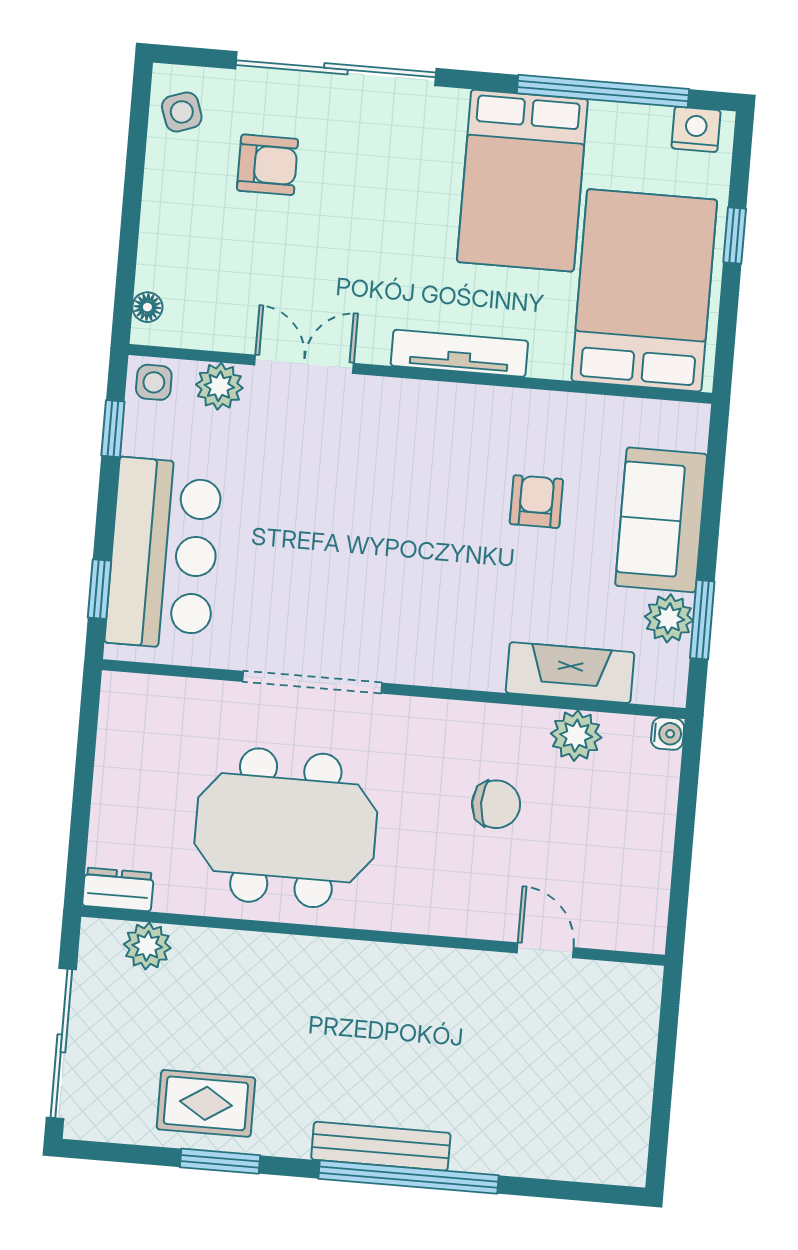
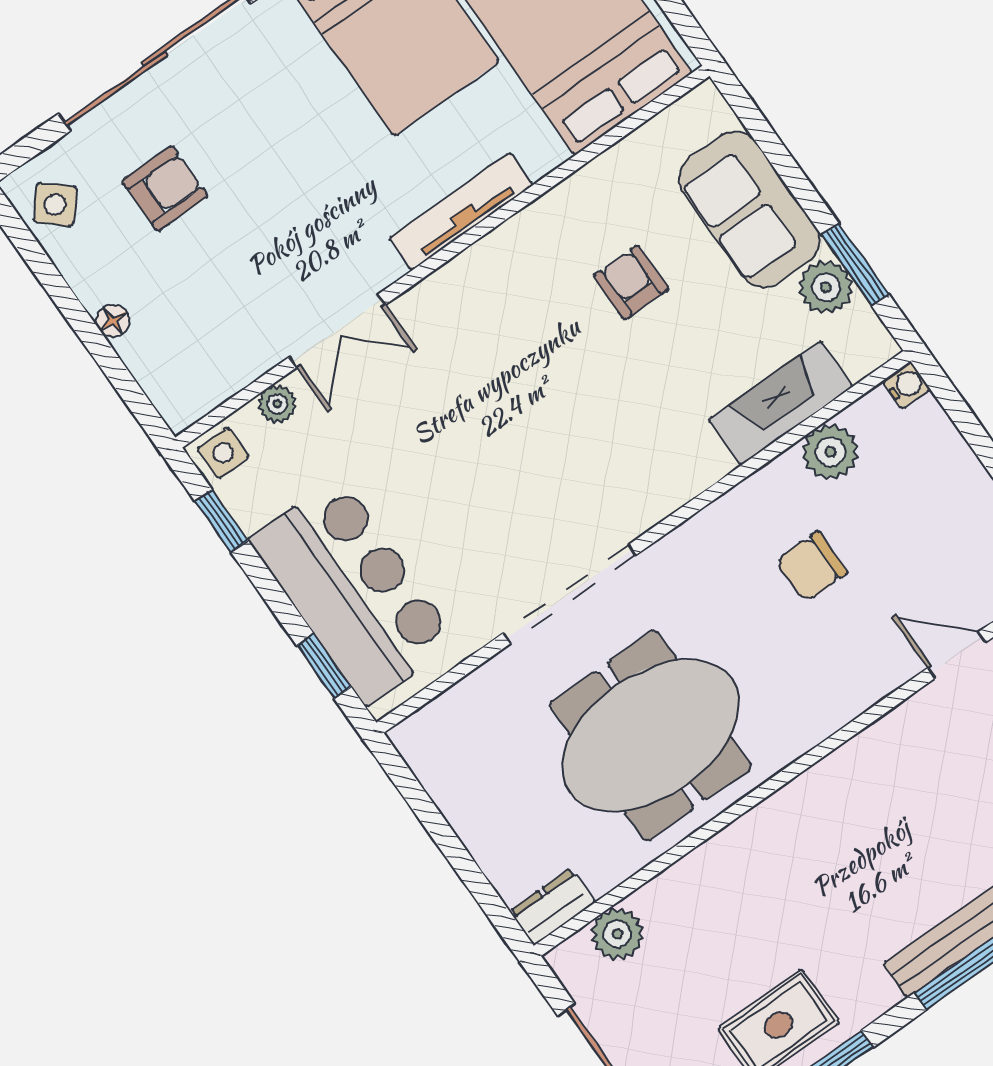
side table: (182, 112) -> (55, 204), turned -30
floor lamp: (147, 307) -> (113, 321), moved
double door: (304, 364) -> (337, 331), swing flipped
plant: (219, 386) -> (277, 404), width x0.73, depth x0.73
chair: (496, 804) -> (812, 567), turned 180

